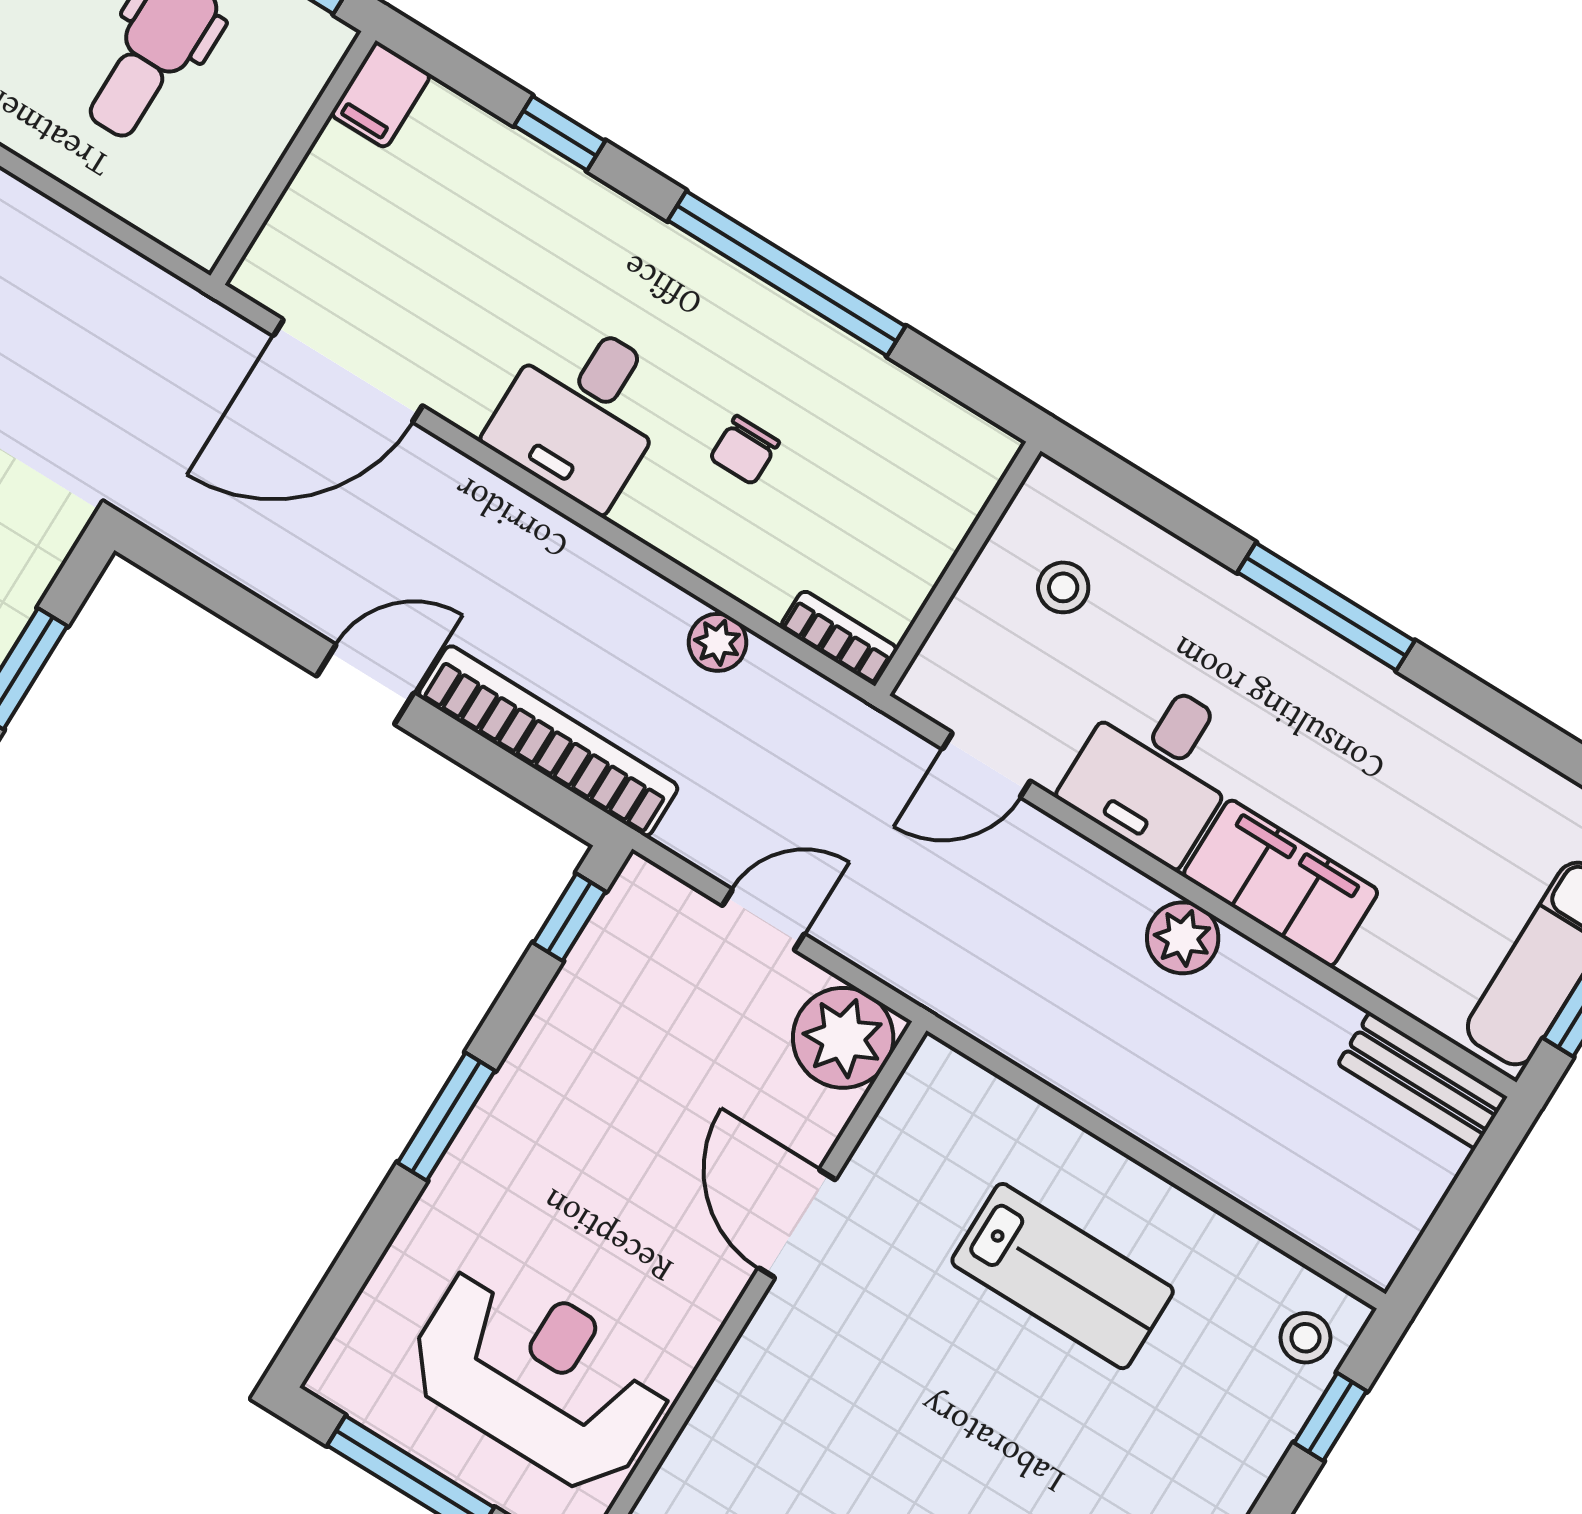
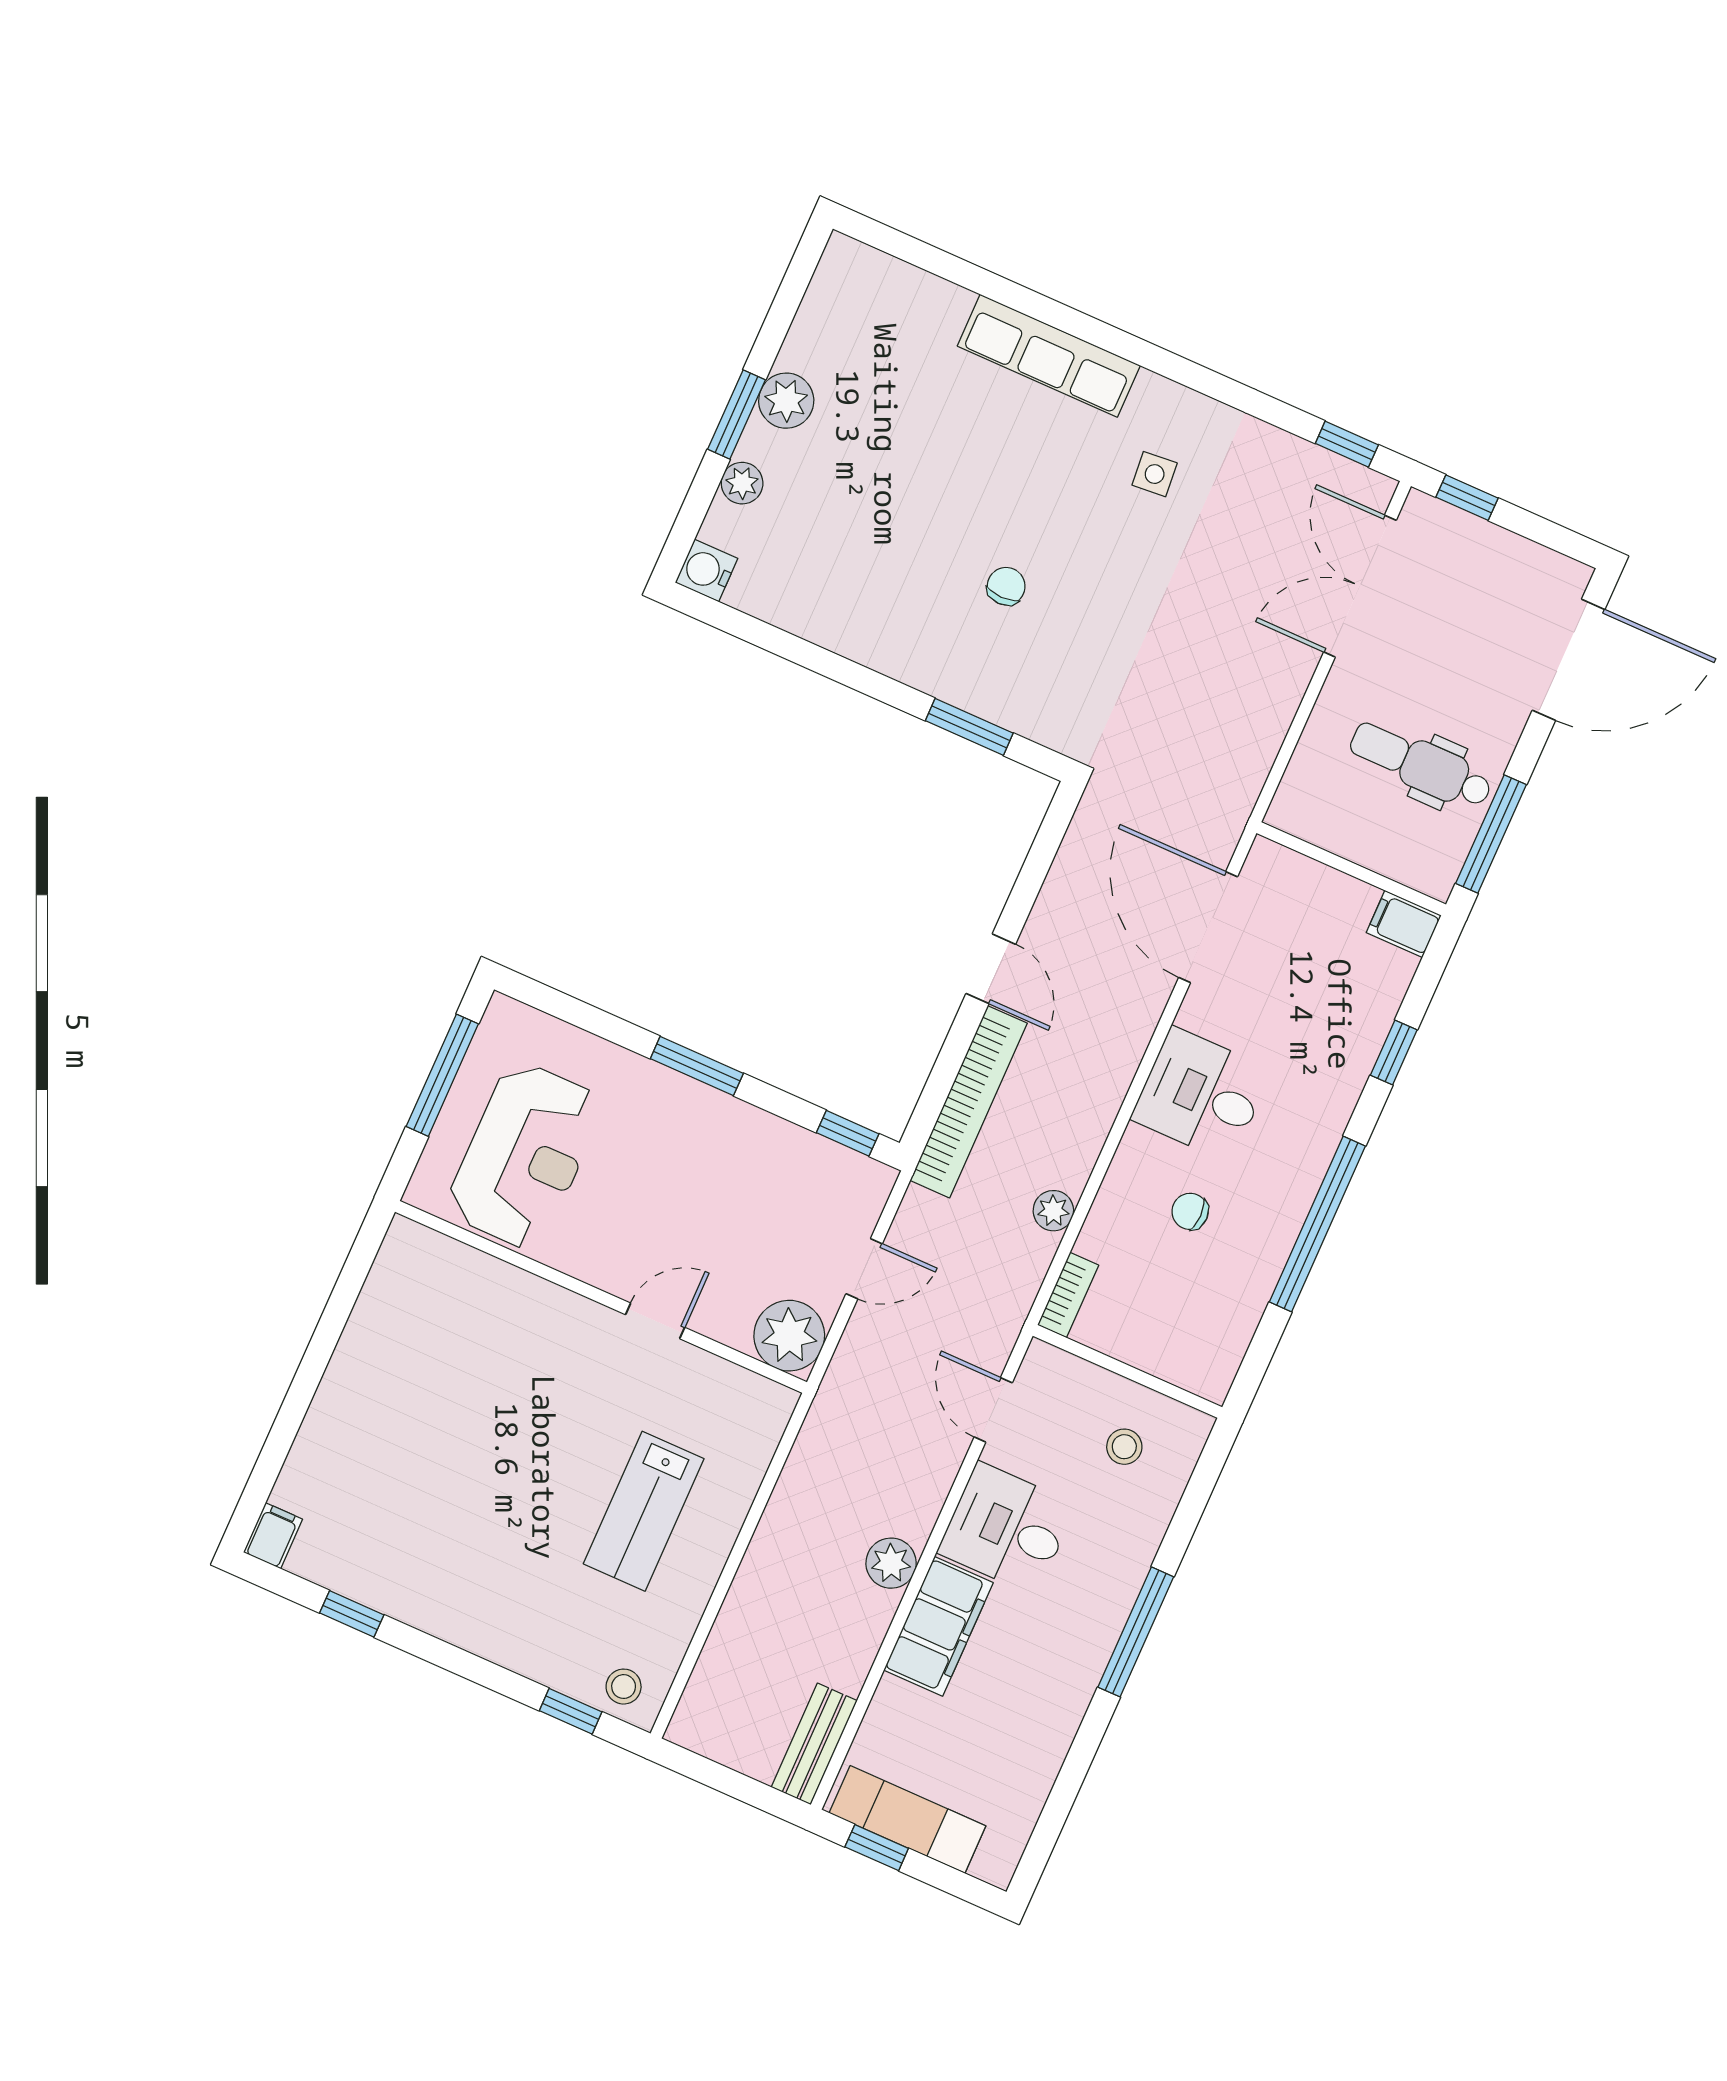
door: (763, 920) -> (864, 1269), hinge flipped
door: (797, 1224) -> (655, 1321), width x0.73

